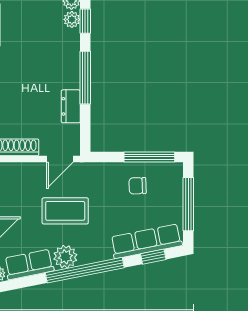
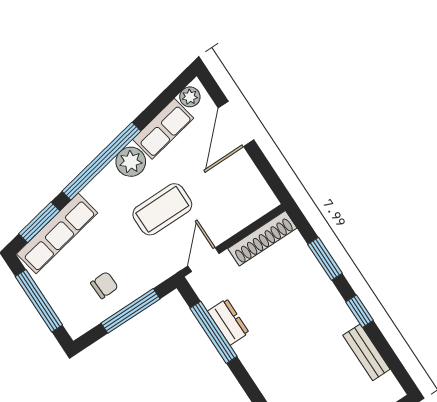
window: (85, 78) -> (214, 332), moved
window: (149, 157) -> (130, 311), moved
window: (153, 257) -> (39, 222), width x1.50

